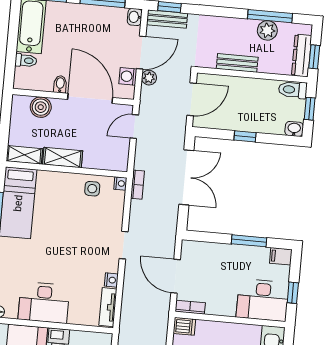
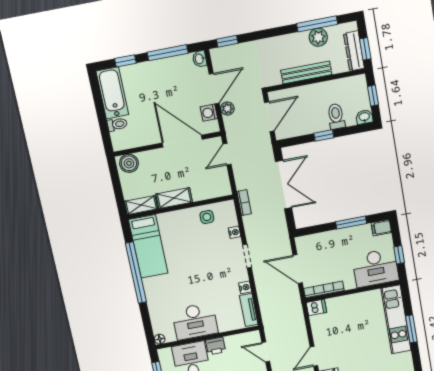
bench: (167, 19) -> (228, 53), removed
bench: (237, 63) -> (306, 72), width x1.36
bidet: (60, 84) -> (153, 136), removed
toilet: (293, 90) -> (336, 116), moved, turned 90
boiler: (41, 107) -> (129, 163), moved
nightstand: (120, 183) -> (235, 232), moved
bookcase: (190, 307) -> (324, 289), width x1.56

